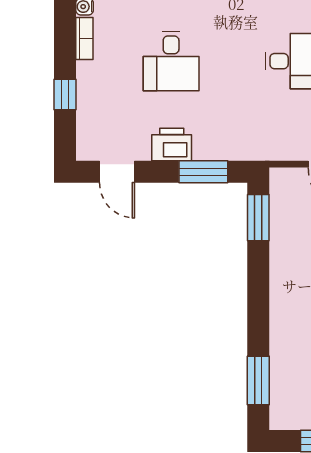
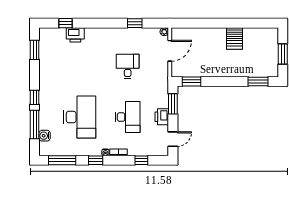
desk: (171, 61) -> (128, 117), width x1.37

